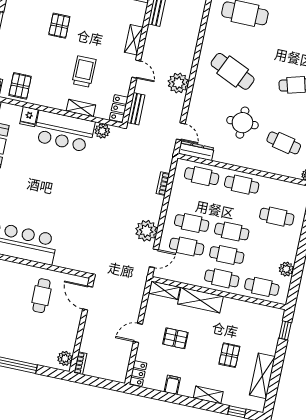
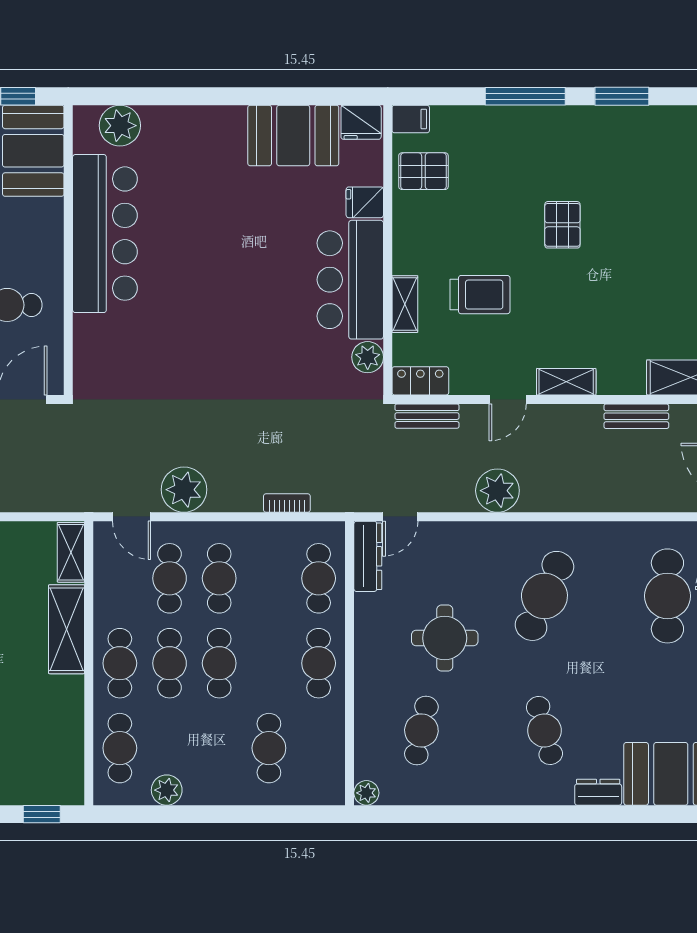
pallet: (59, 26) -> (562, 225), turned 90

